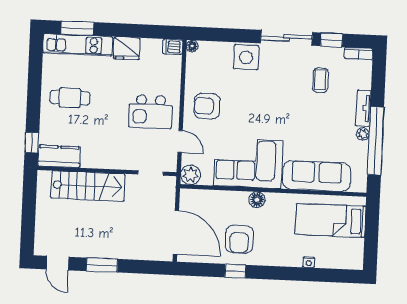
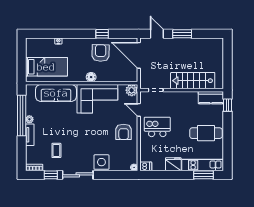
cafe table: (70, 98) -> (206, 133), width x1.37, depth x1.35
armchair: (207, 106) -> (124, 132), turned 90
door: (58, 263) -> (157, 34), moved

